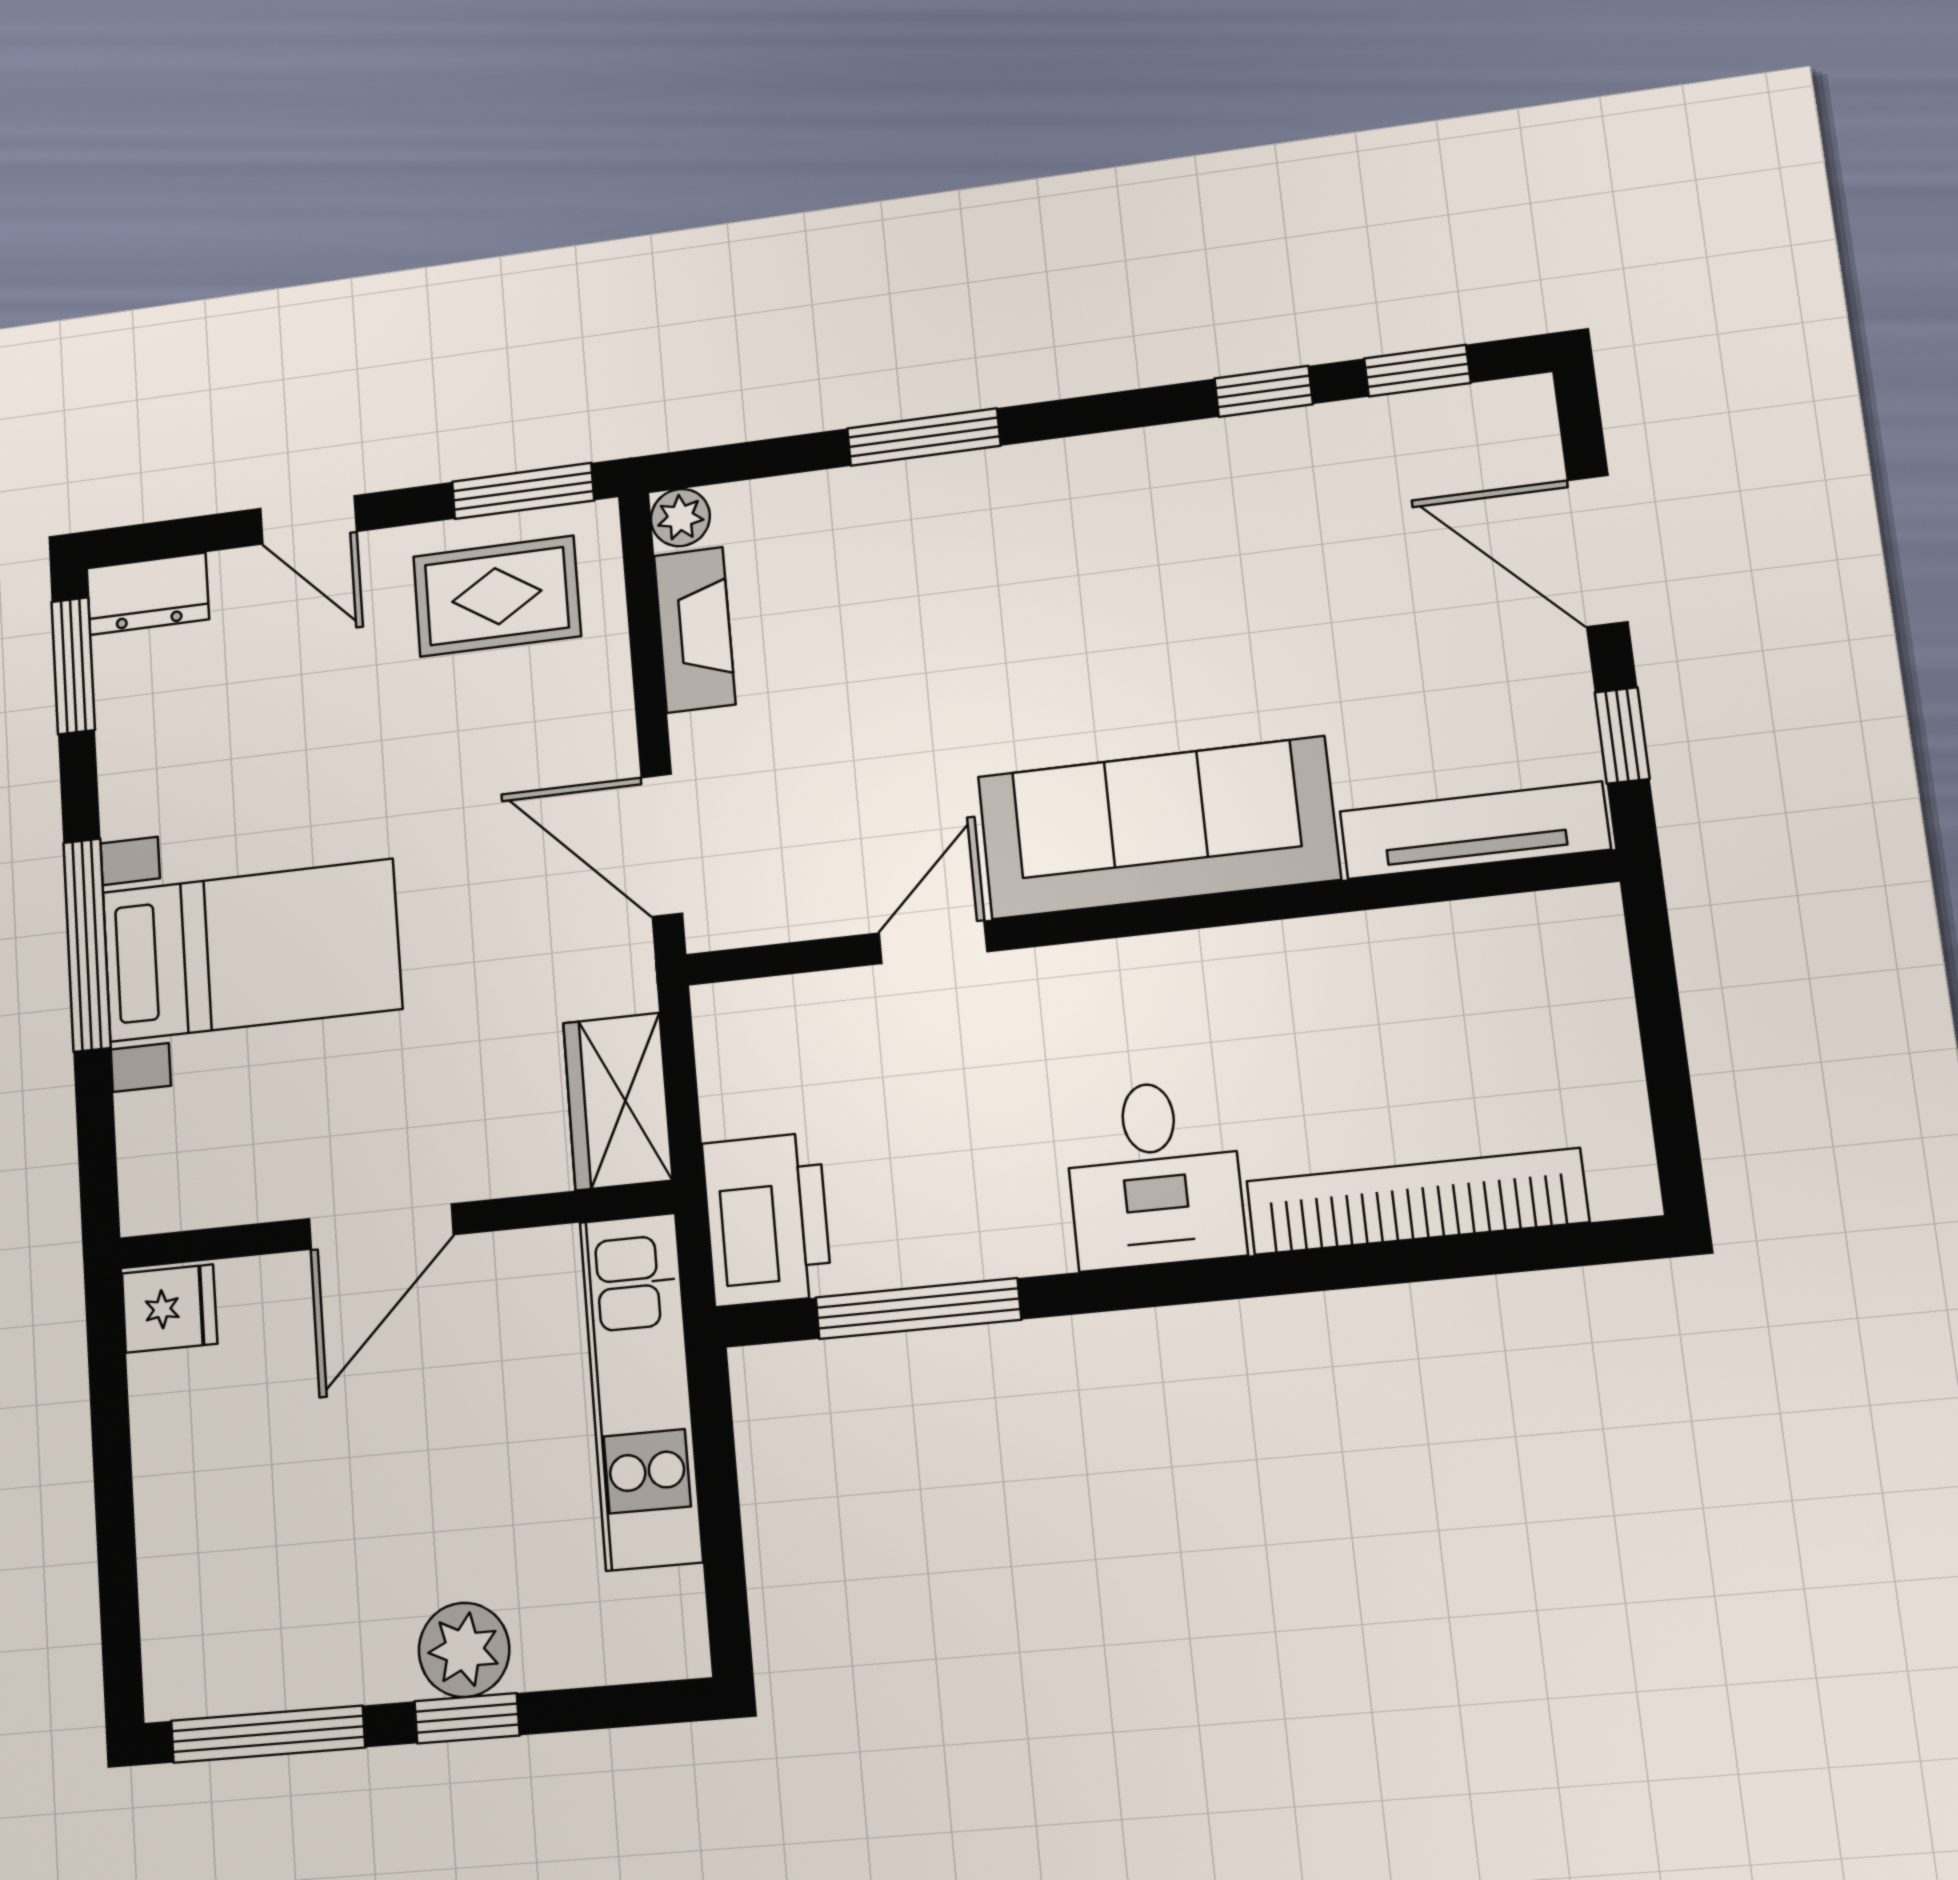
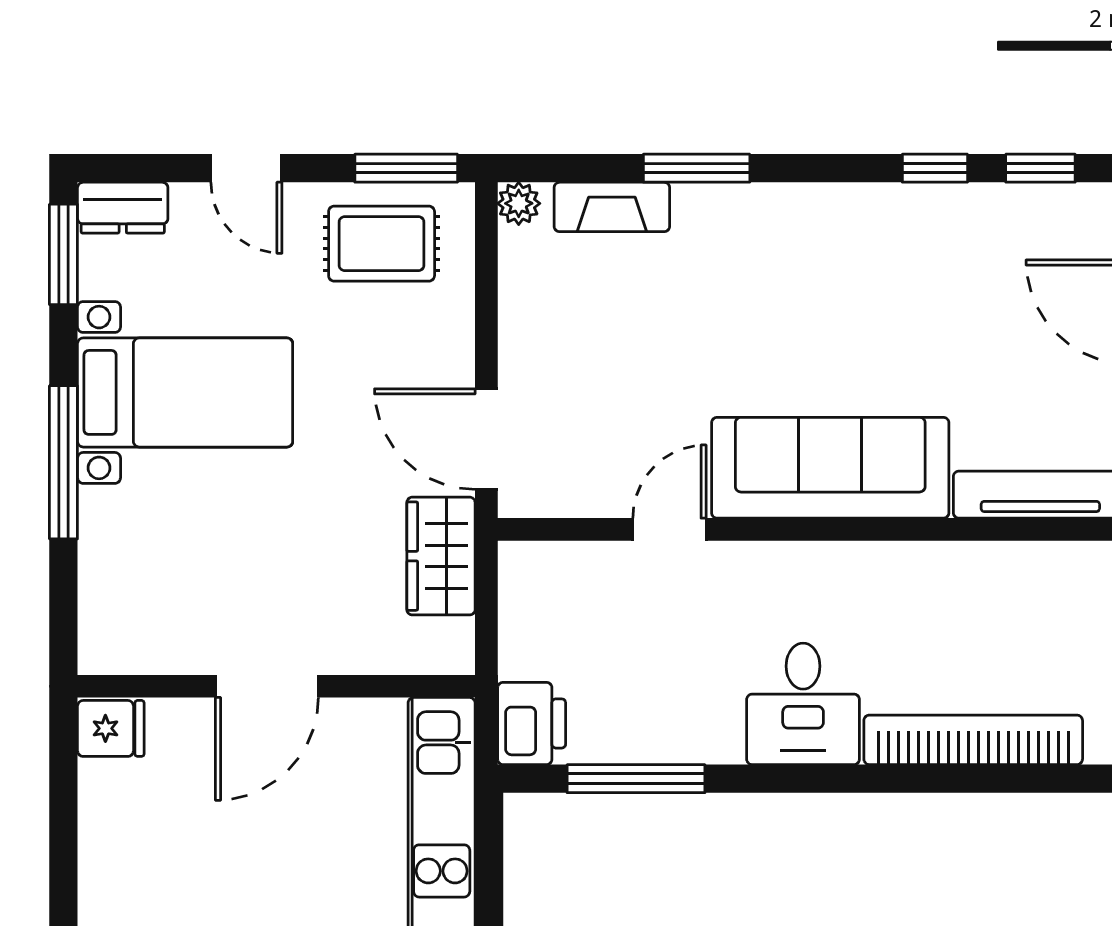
fireplace: (695, 630) -> (612, 207), moved, turned 90
bed with nightstands: (251, 950) -> (185, 392), moved
wardrobe: (618, 1101) -> (441, 556), moved
printer: (767, 1219) -> (532, 723), width x0.73, depth x0.84

